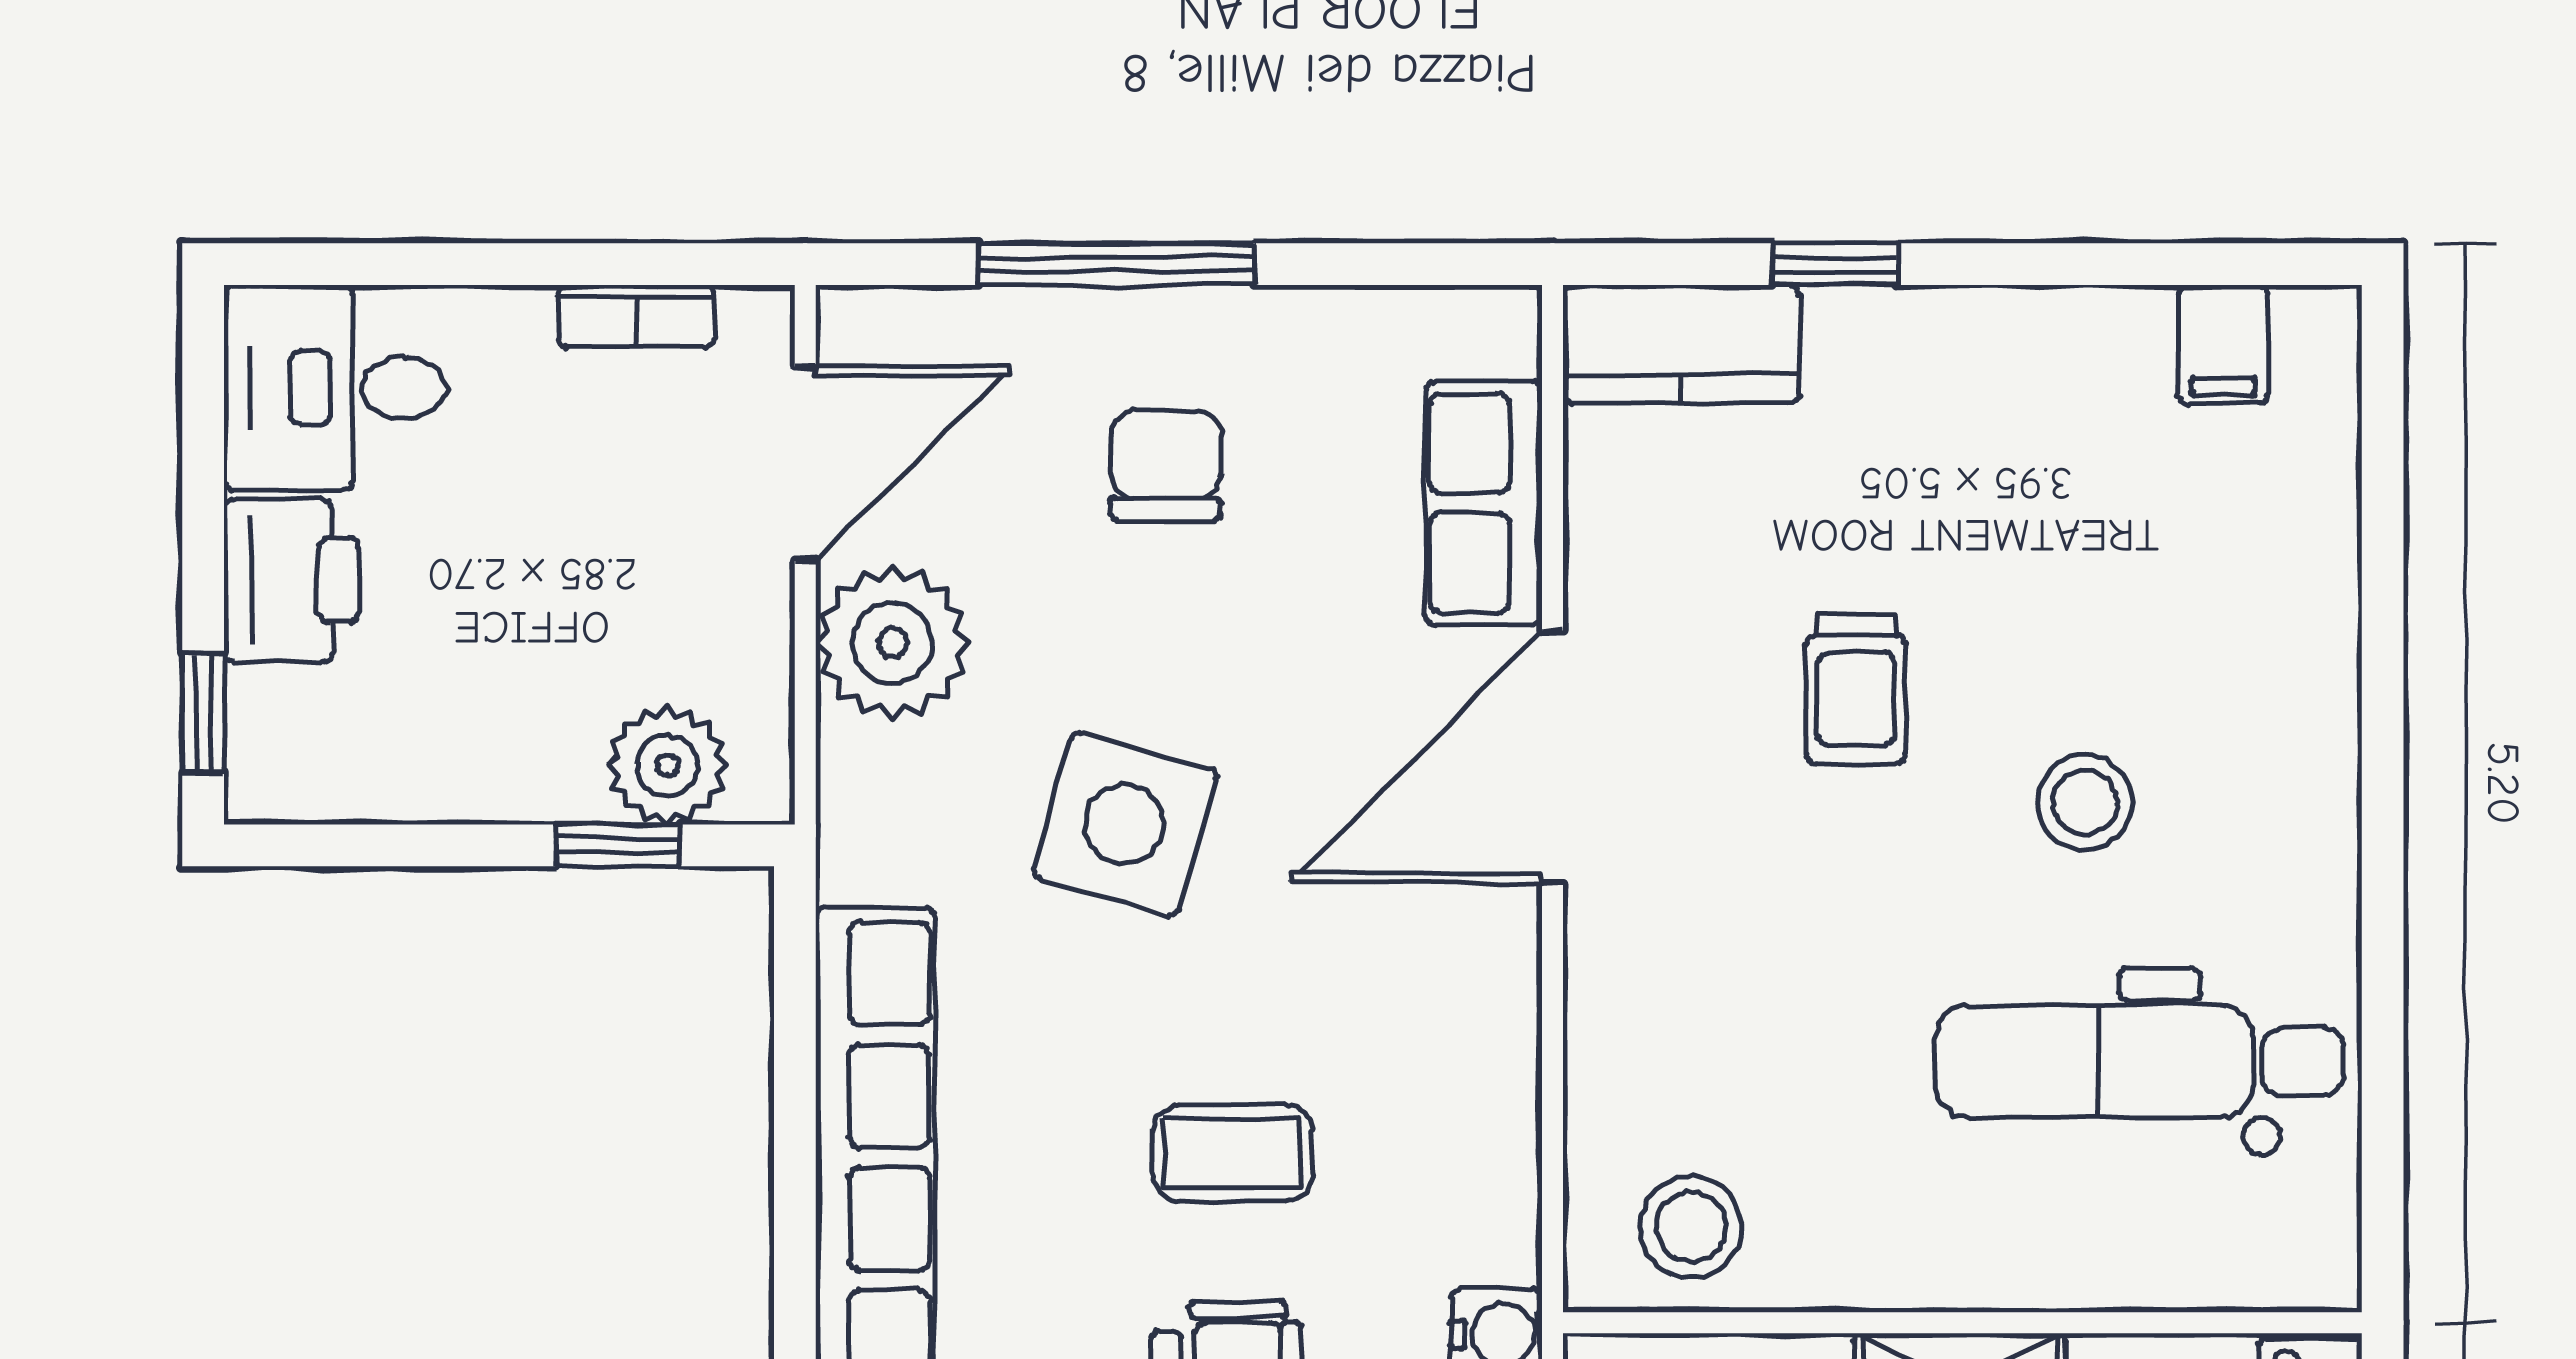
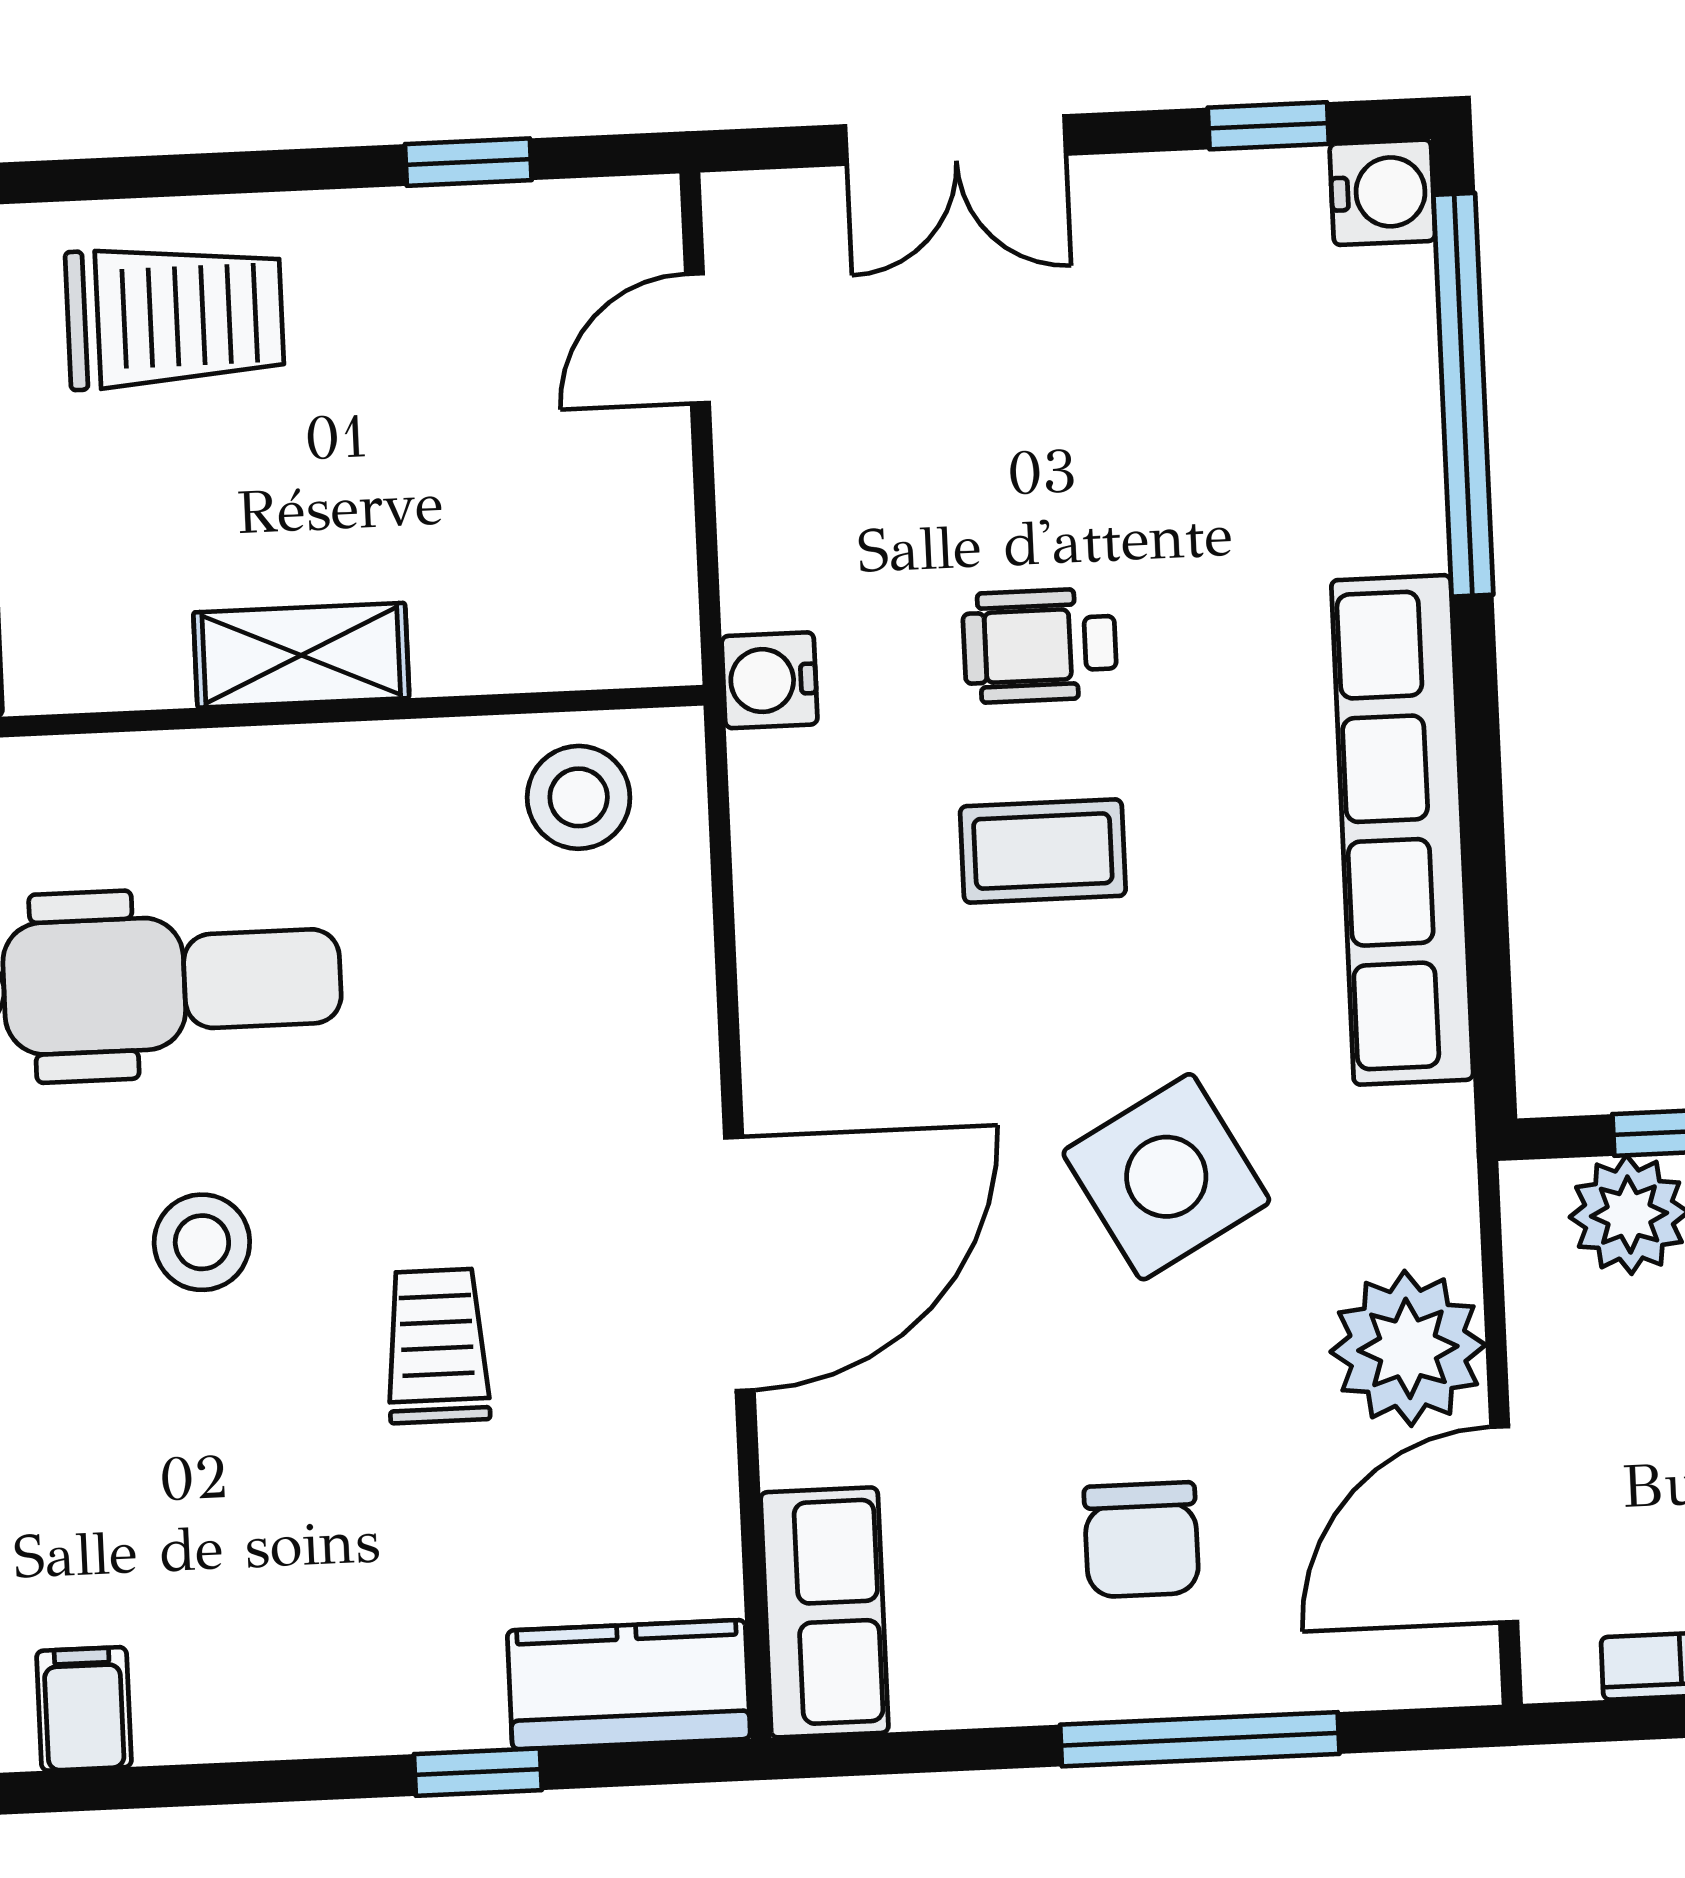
row of seats: (1484, 503) -> (824, 1612), moved
side table: (1125, 824) -> (1166, 1177), turned 45

